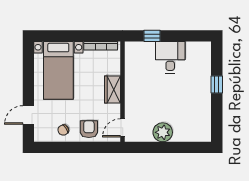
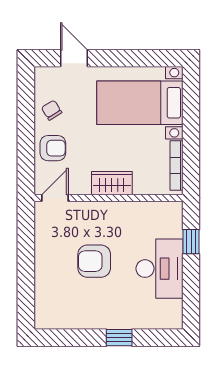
desk: (170, 57) -> (159, 269), width x1.37
armchair: (165, 101) -> (94, 261), added
door: (123, 128) -> (55, 198), hinge flipped
plant: (163, 132) -> (48, 258), removed

